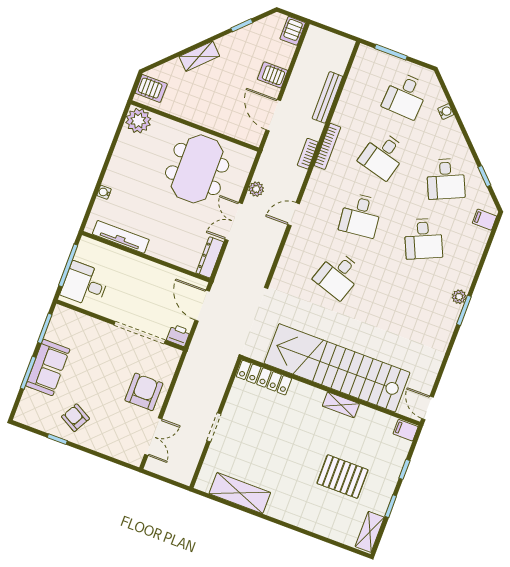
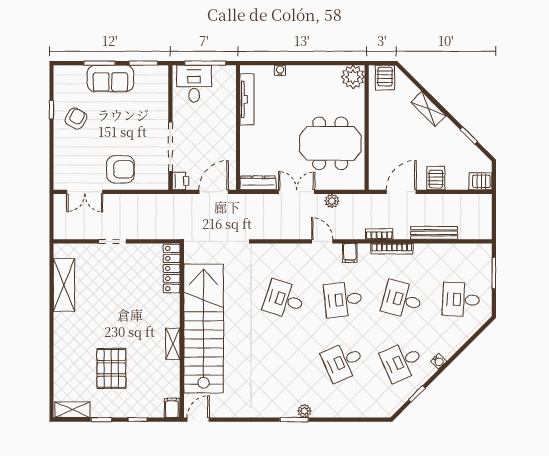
water cooler: (446, 112) -> (439, 361), moved
filing cabinet: (485, 220) -> (350, 253), moved, turned 180

